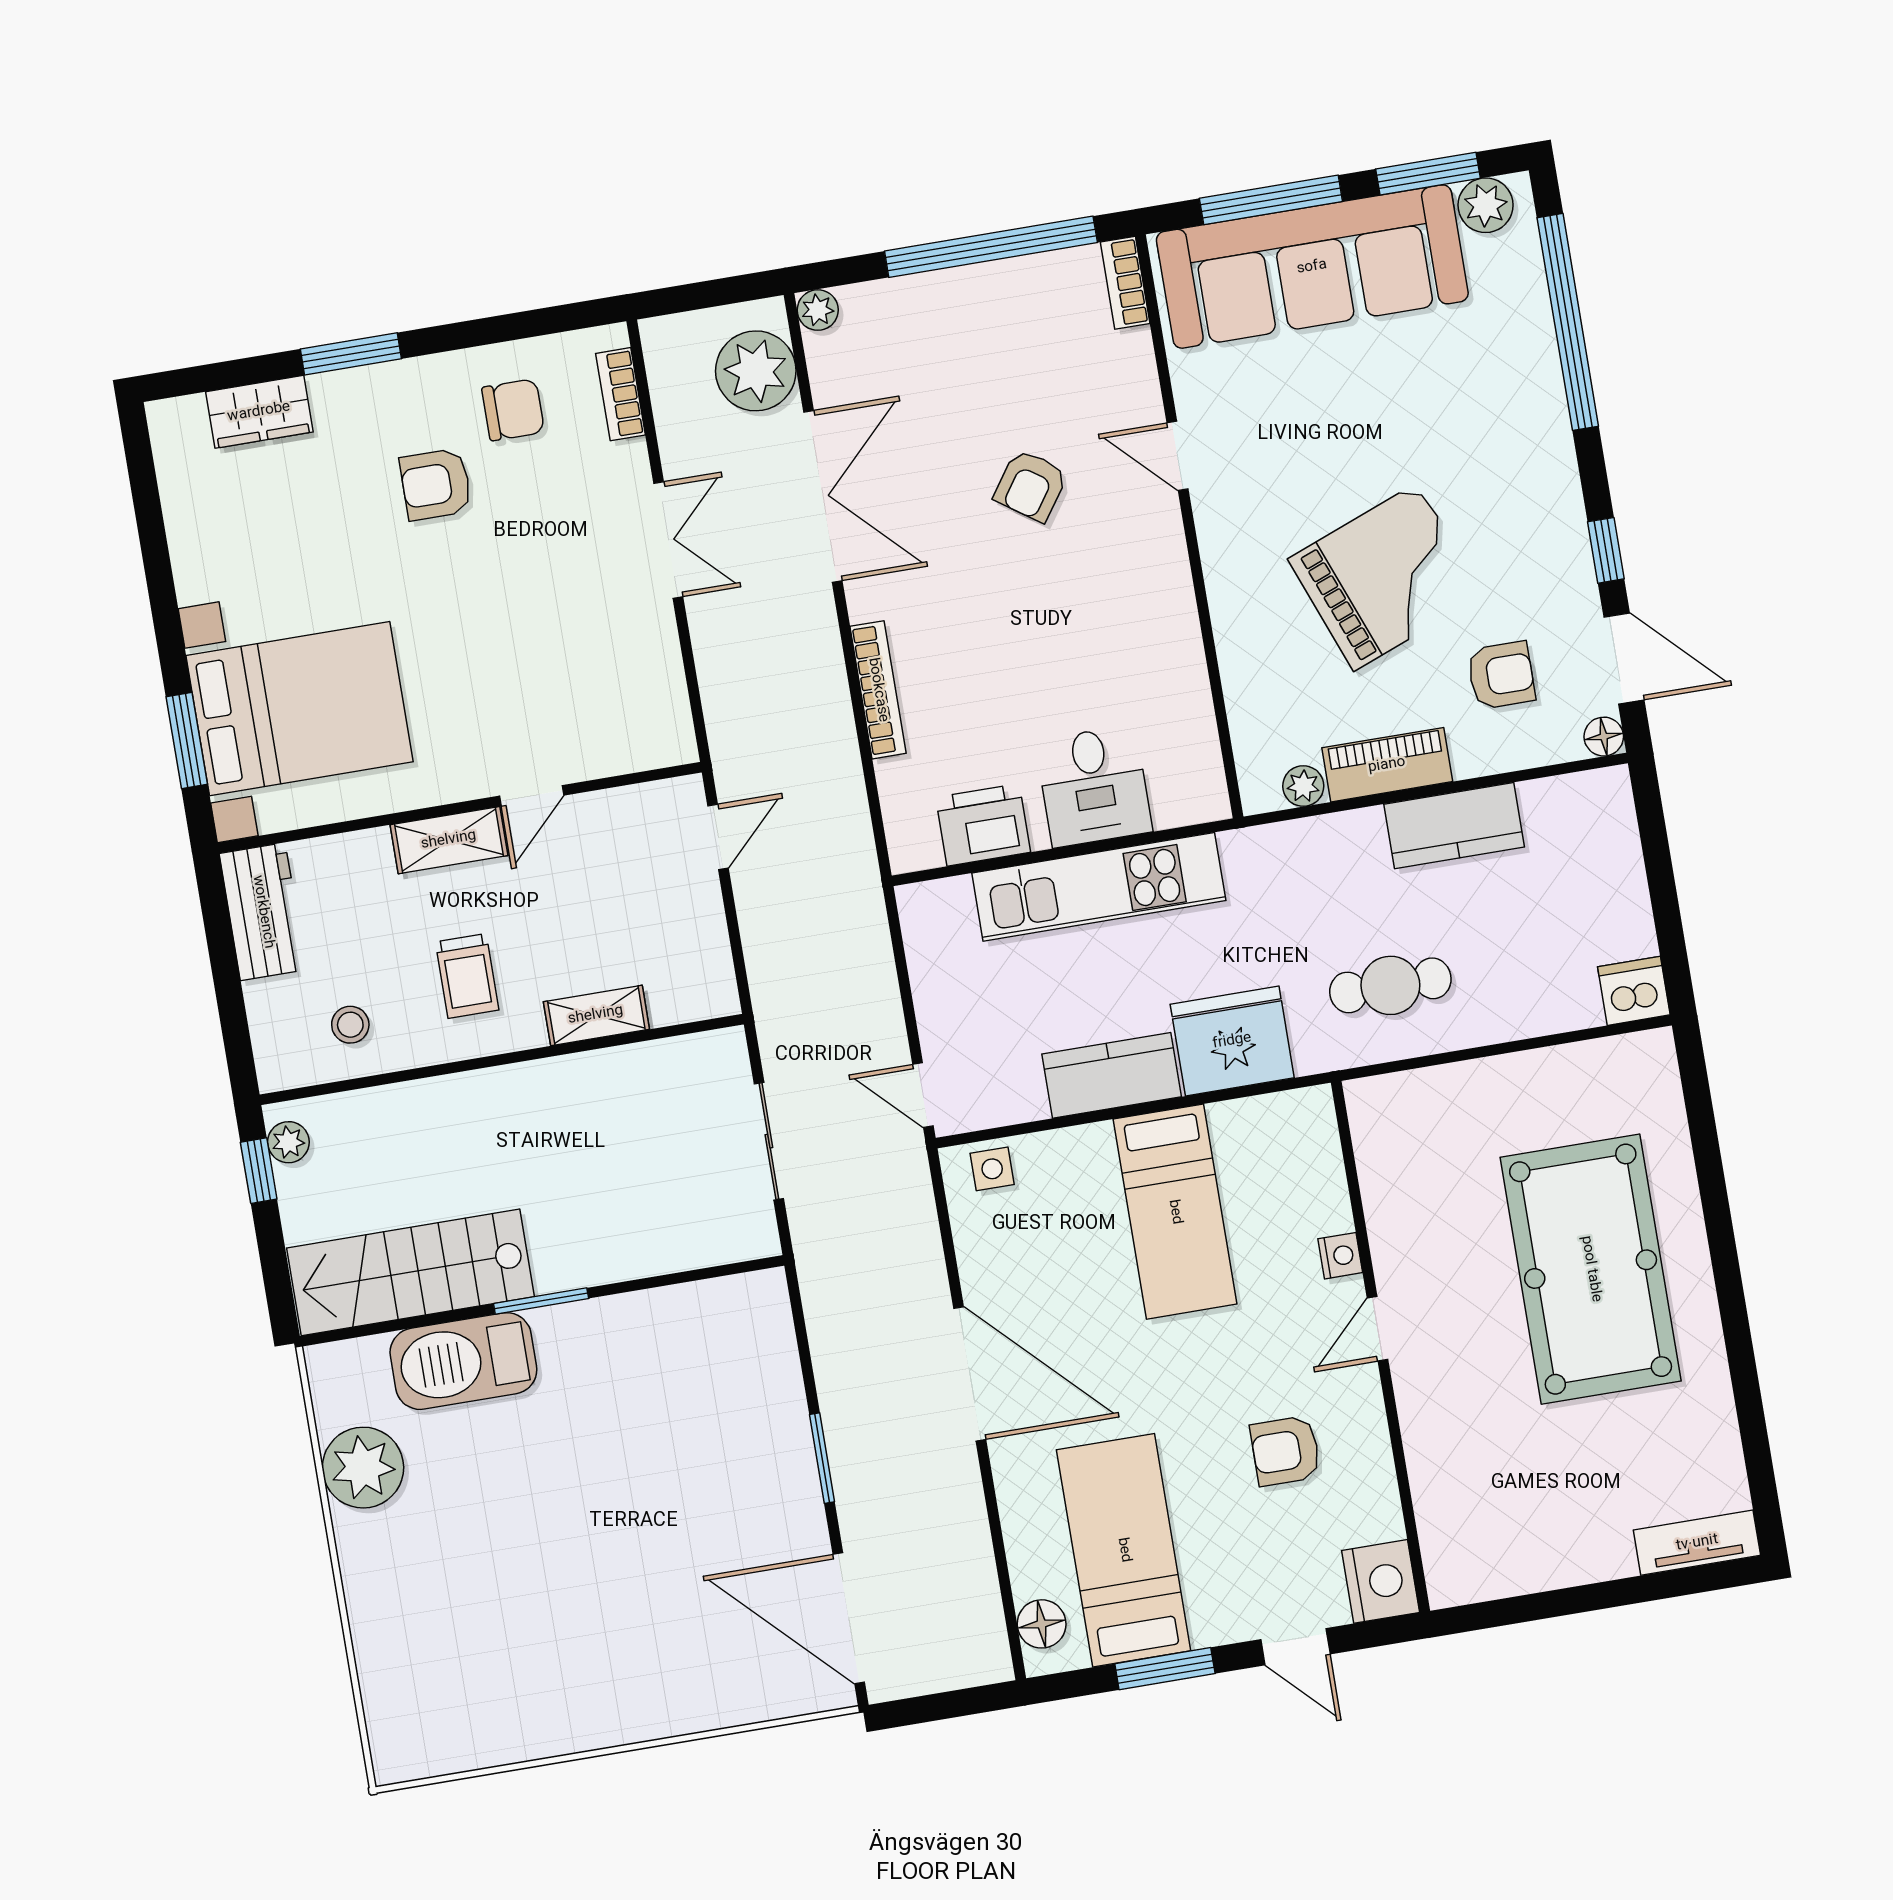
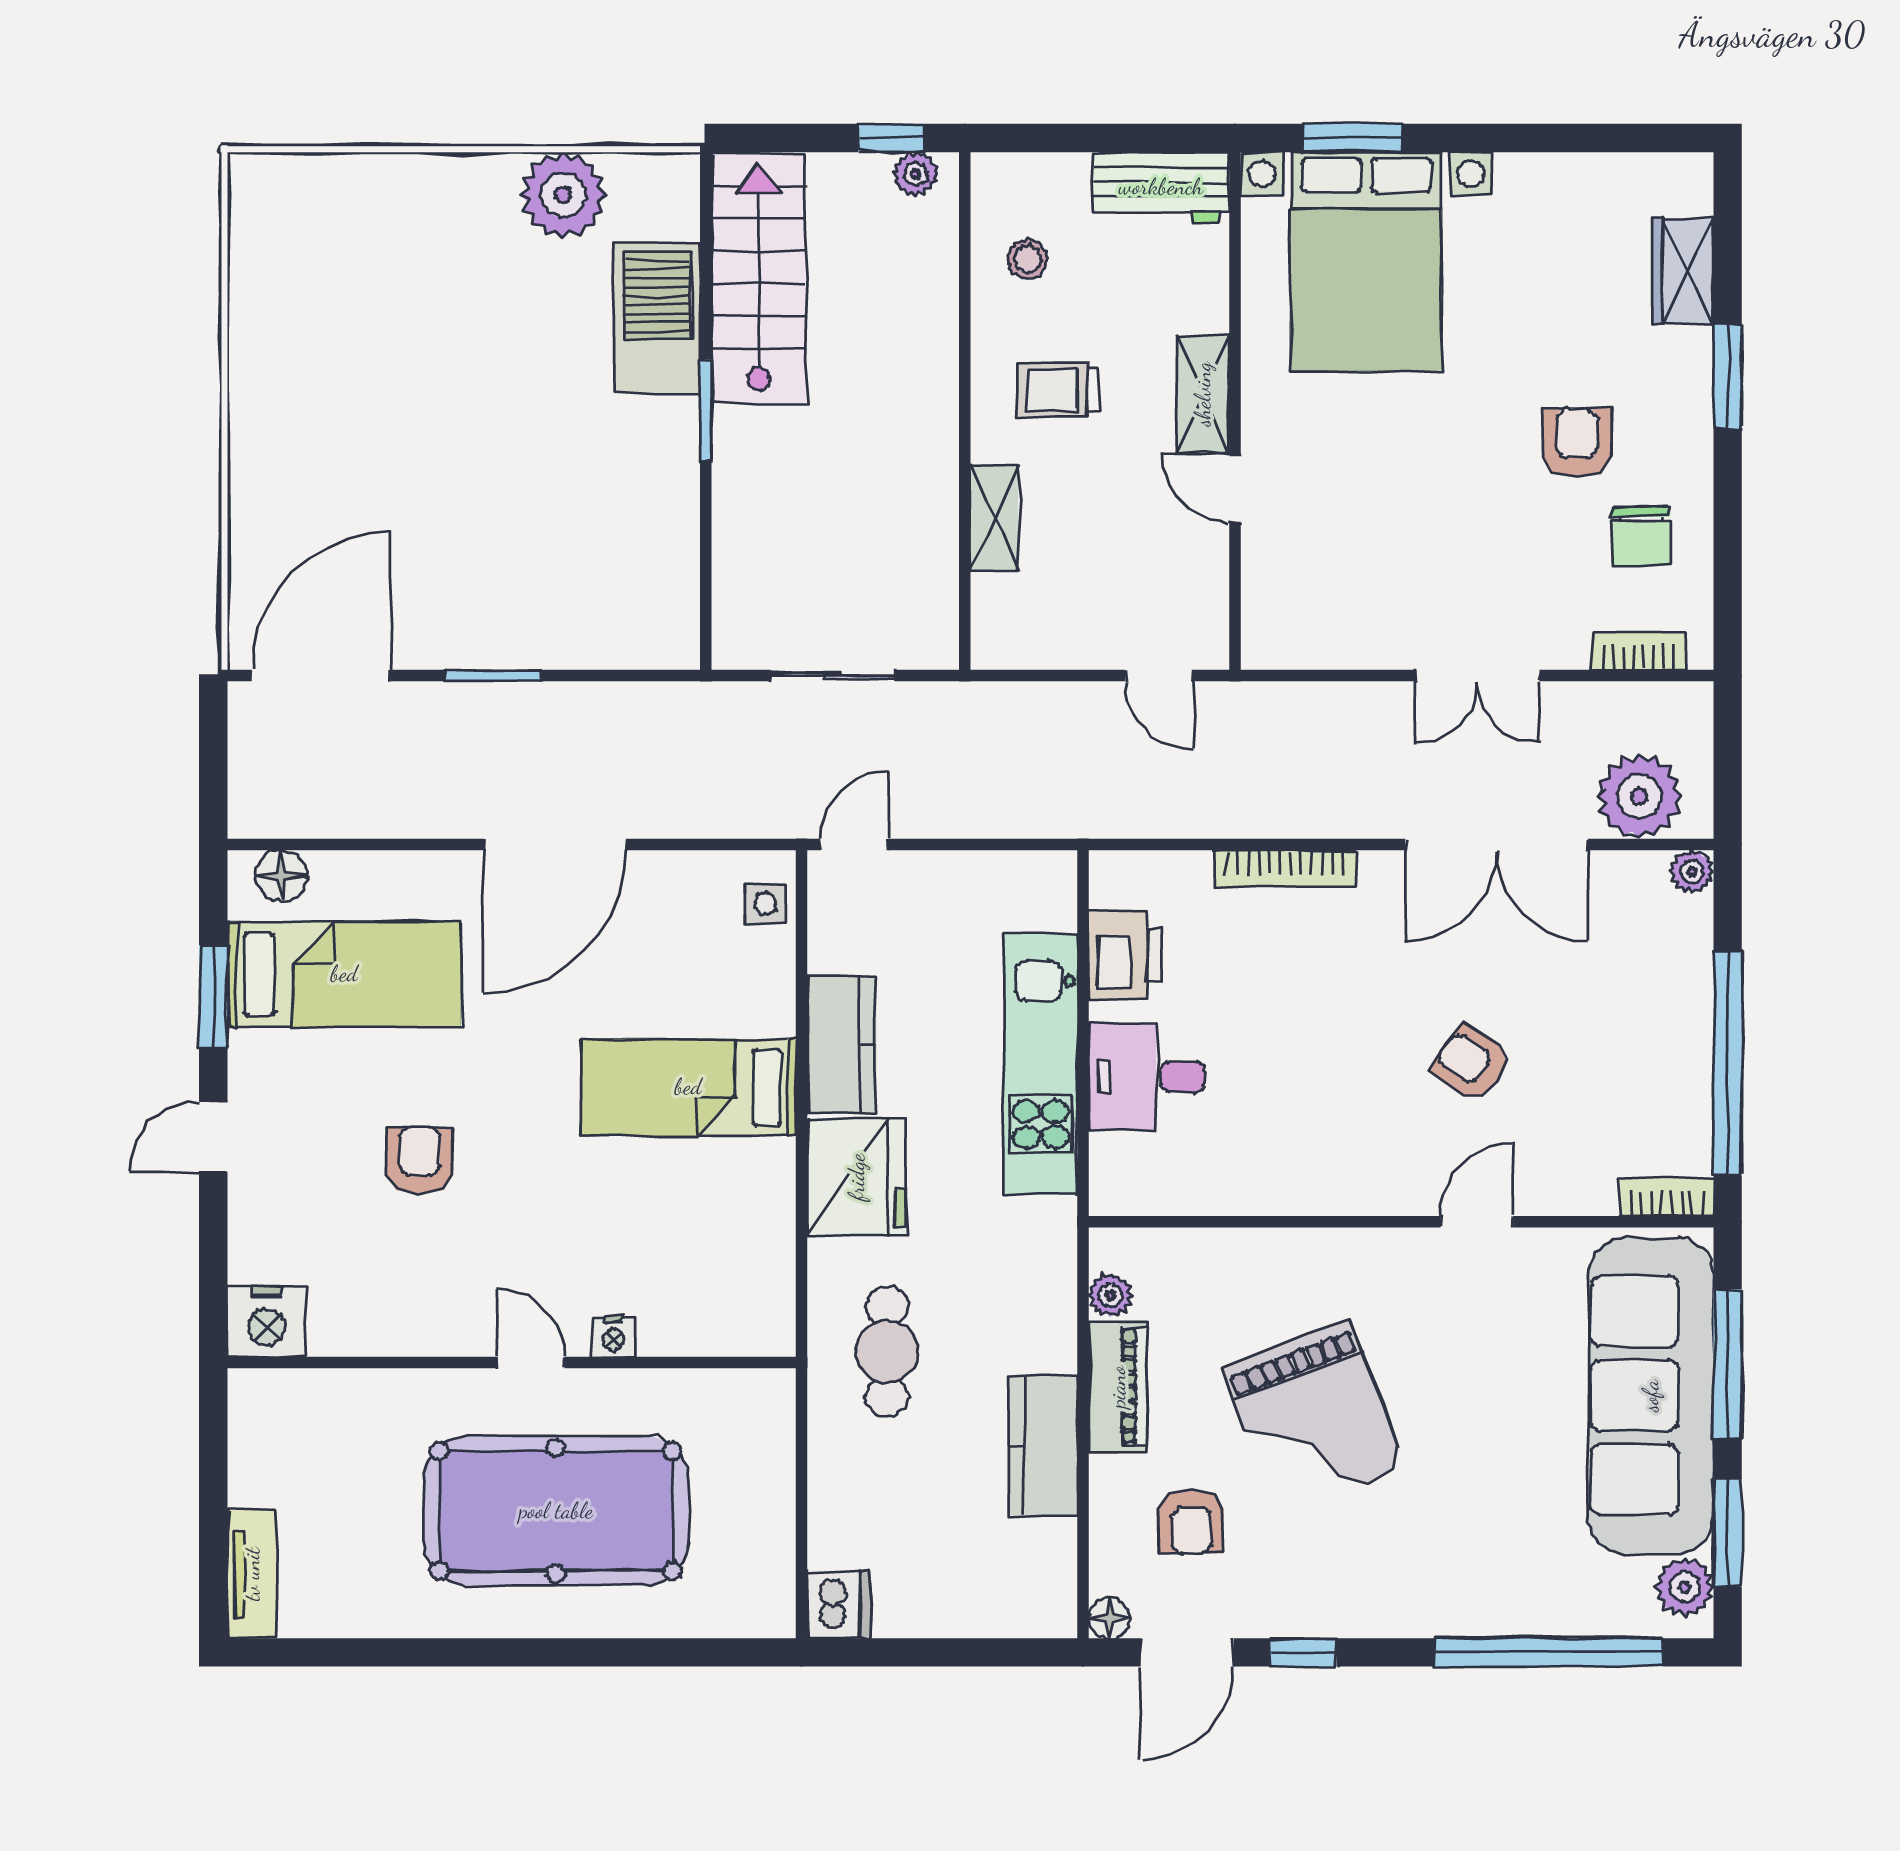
nightstand: (1340, 1256) -> (614, 1336), moved
door: (1377, 1329) -> (531, 1362), moved
wall: (1380, 1347) -> (512, 1362), moved
nightstand: (1381, 1581) -> (267, 1322), moved

